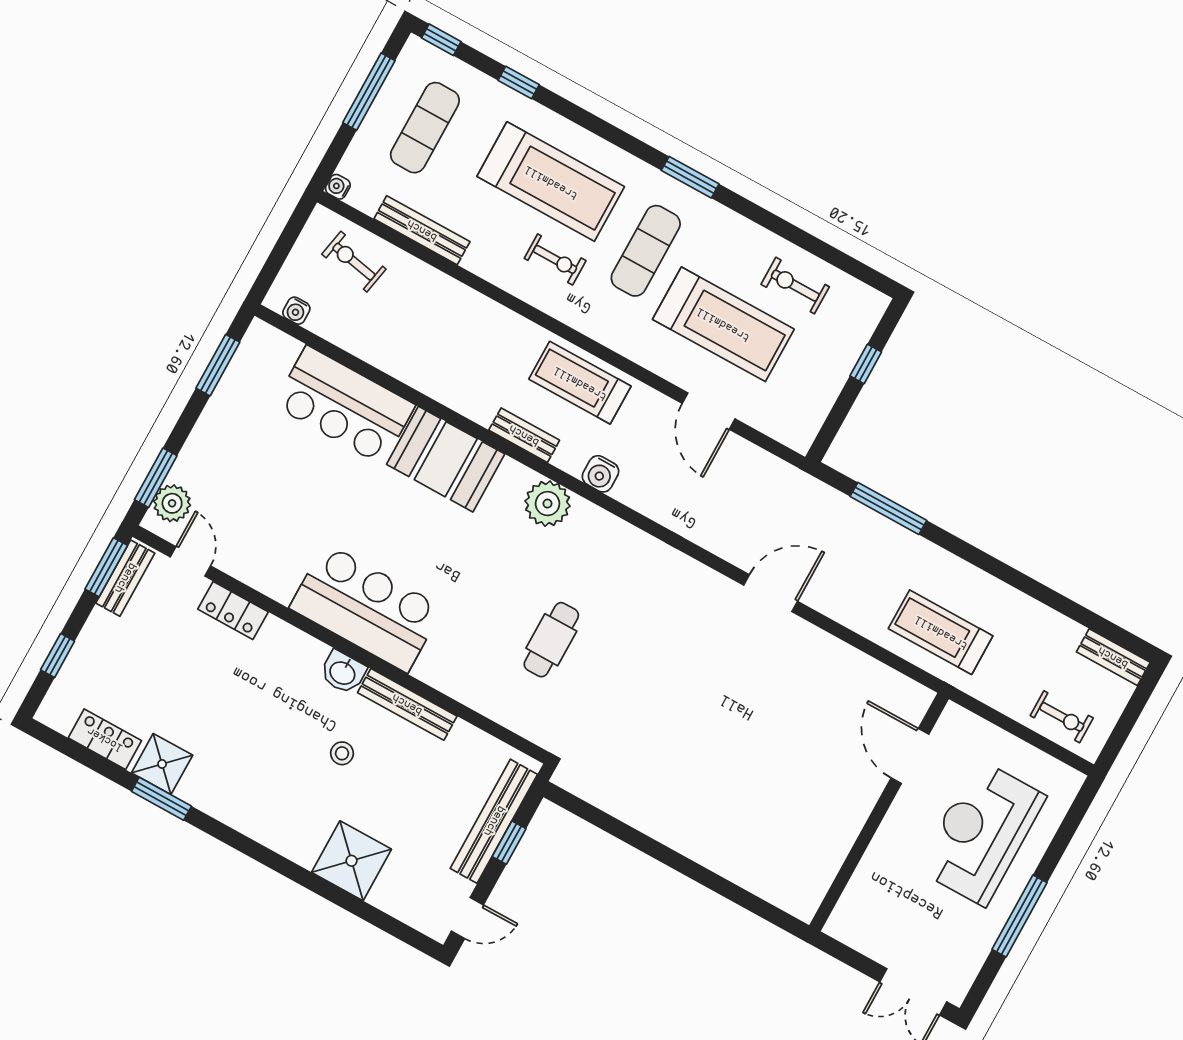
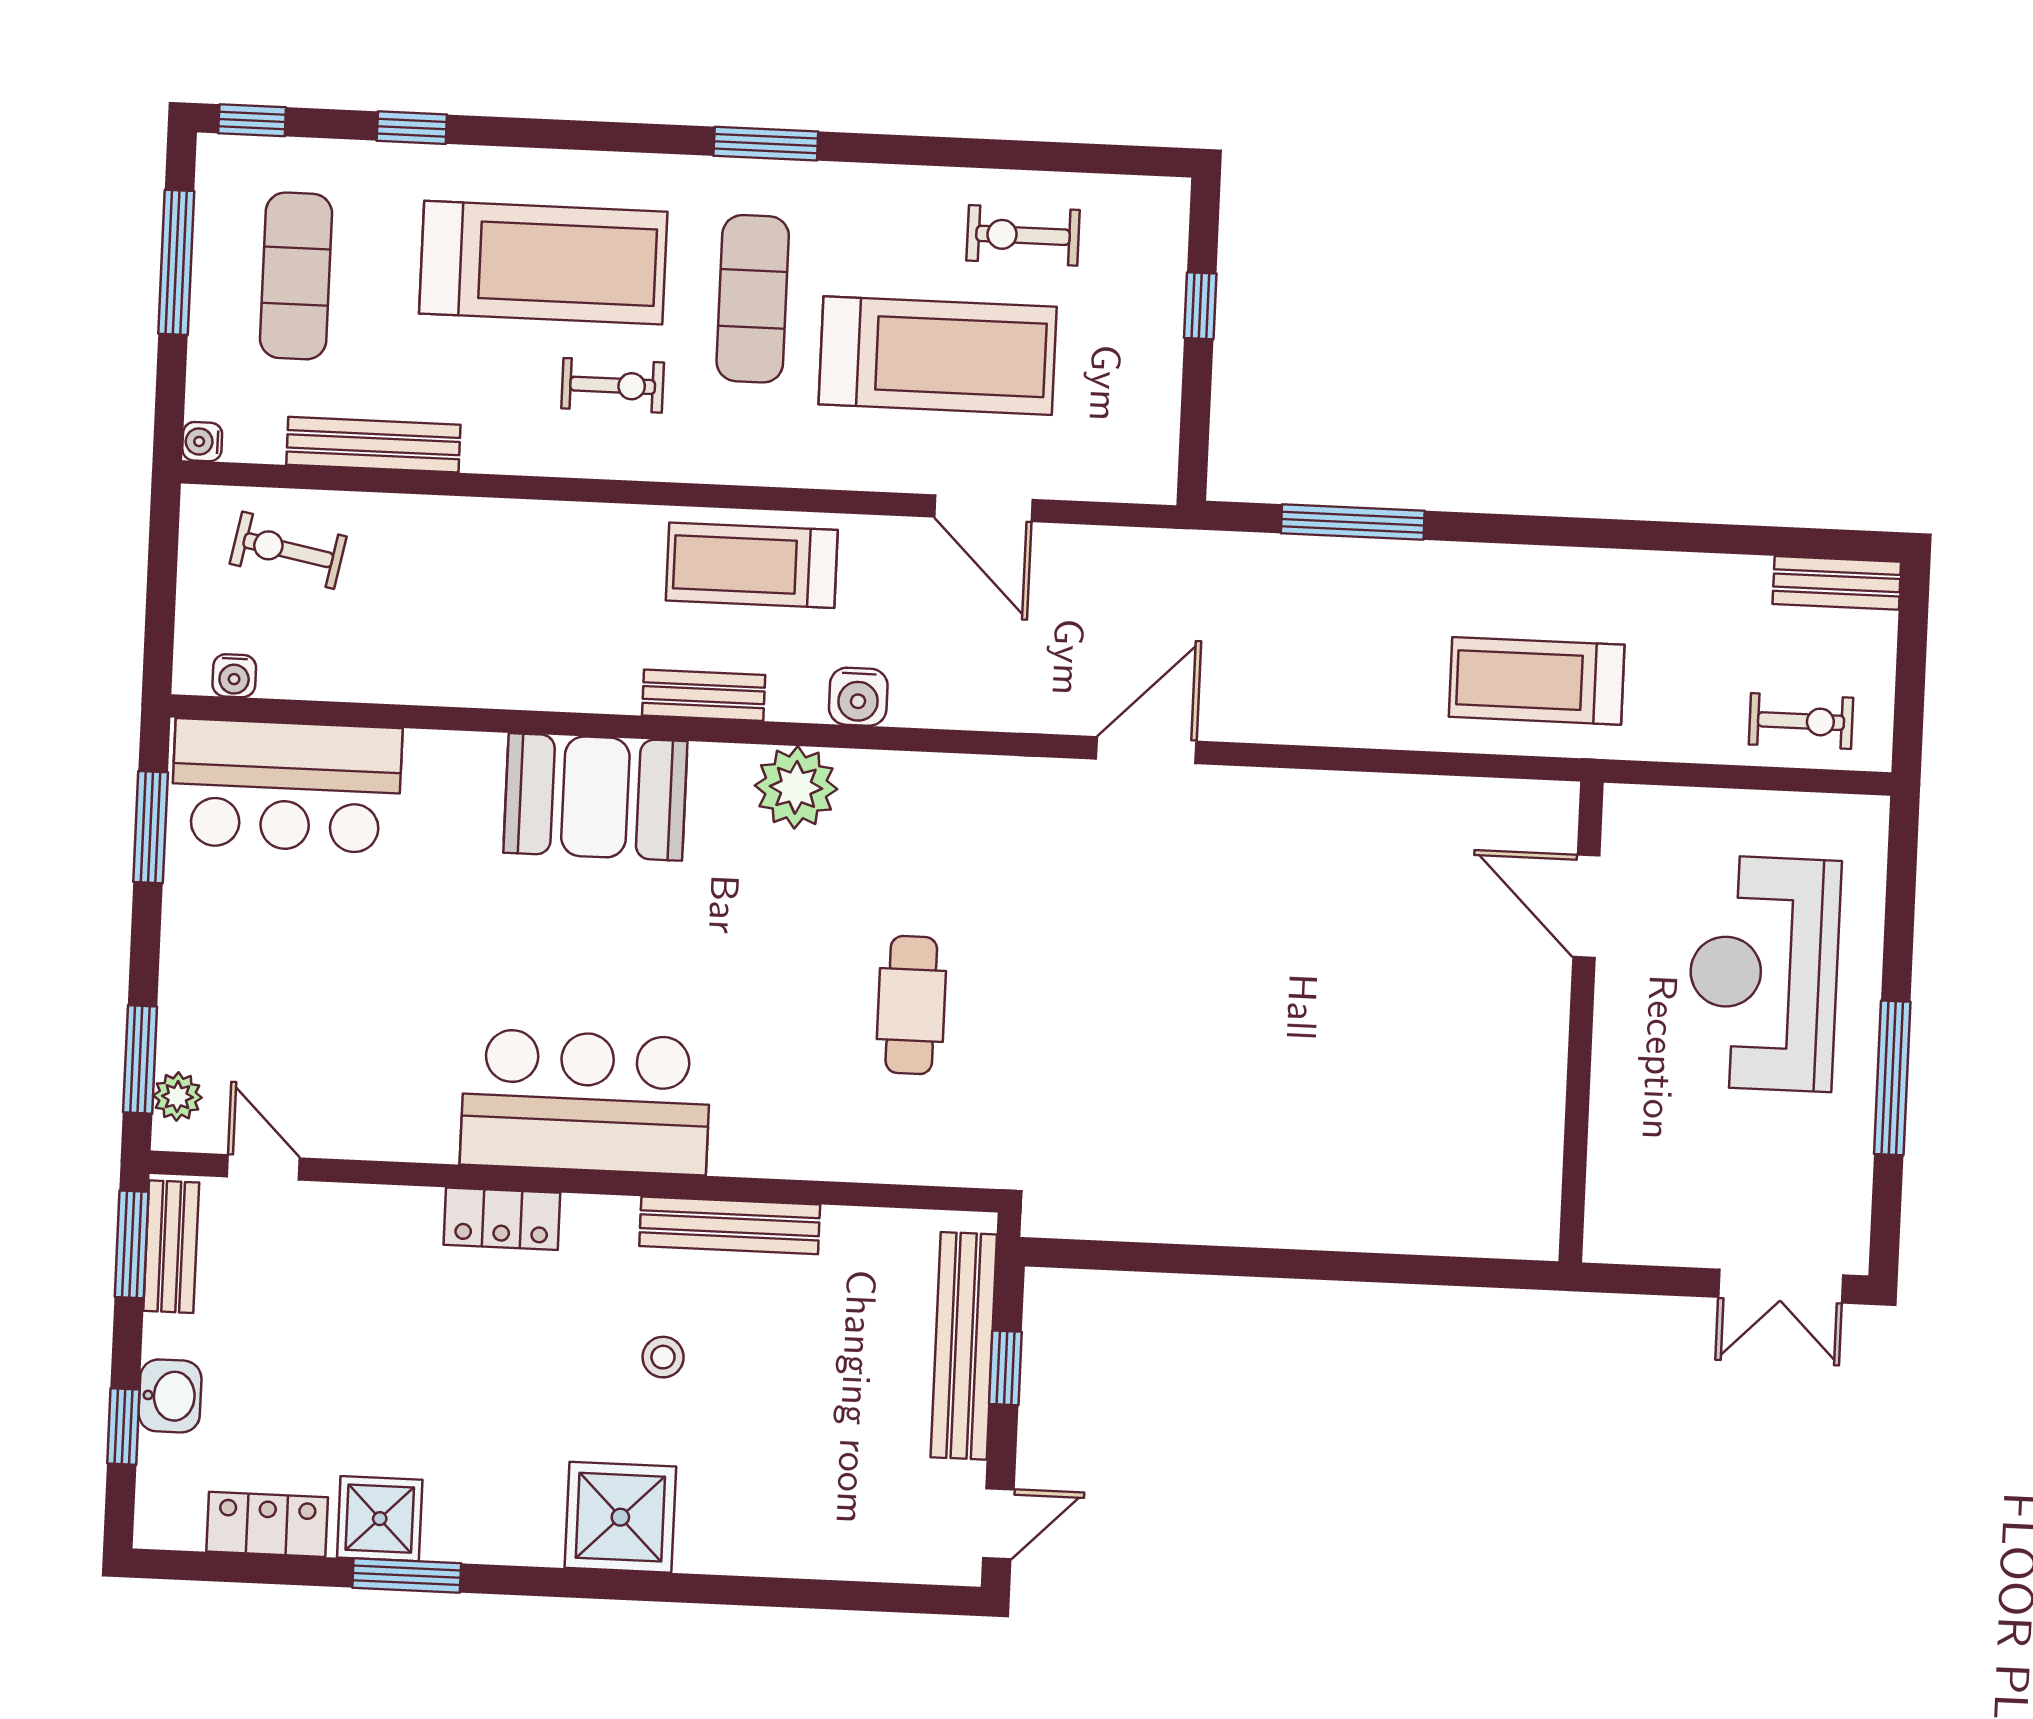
bar counter: (344, 405) -> (286, 786), moved
plant: (172, 503) -> (177, 1097), width x0.73, depth x0.73
door: (771, 593) -> (1146, 750), moved
locker: (233, 610) -> (502, 1219), moved
washbasin: (343, 672) -> (170, 1396), moved, turned -90
shower: (351, 861) -> (620, 1517), moved

